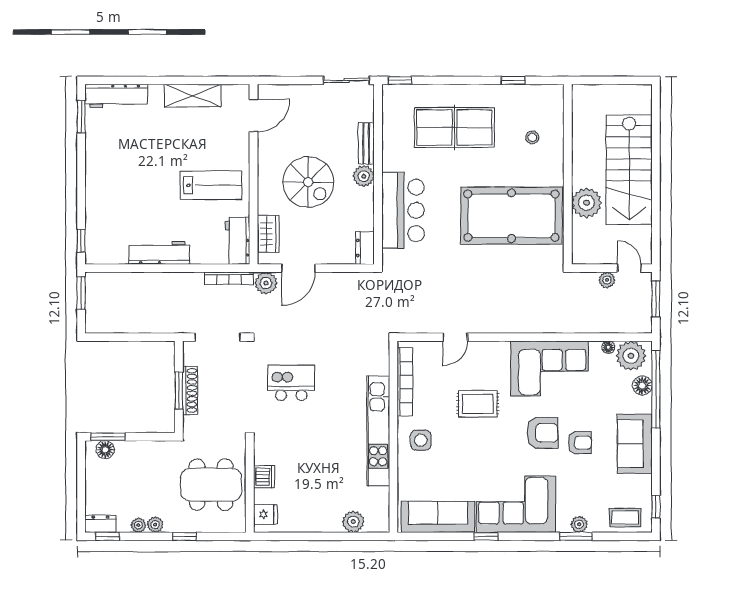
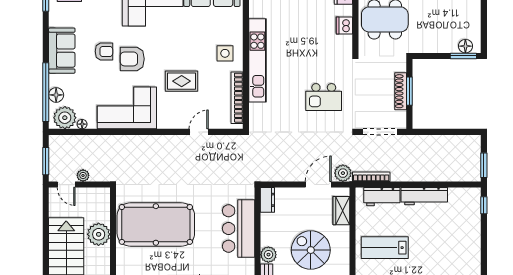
workbench: (238, 241) -> (382, 197), moved, turned 90
armchair: (580, 443) -> (104, 51), turned 180

